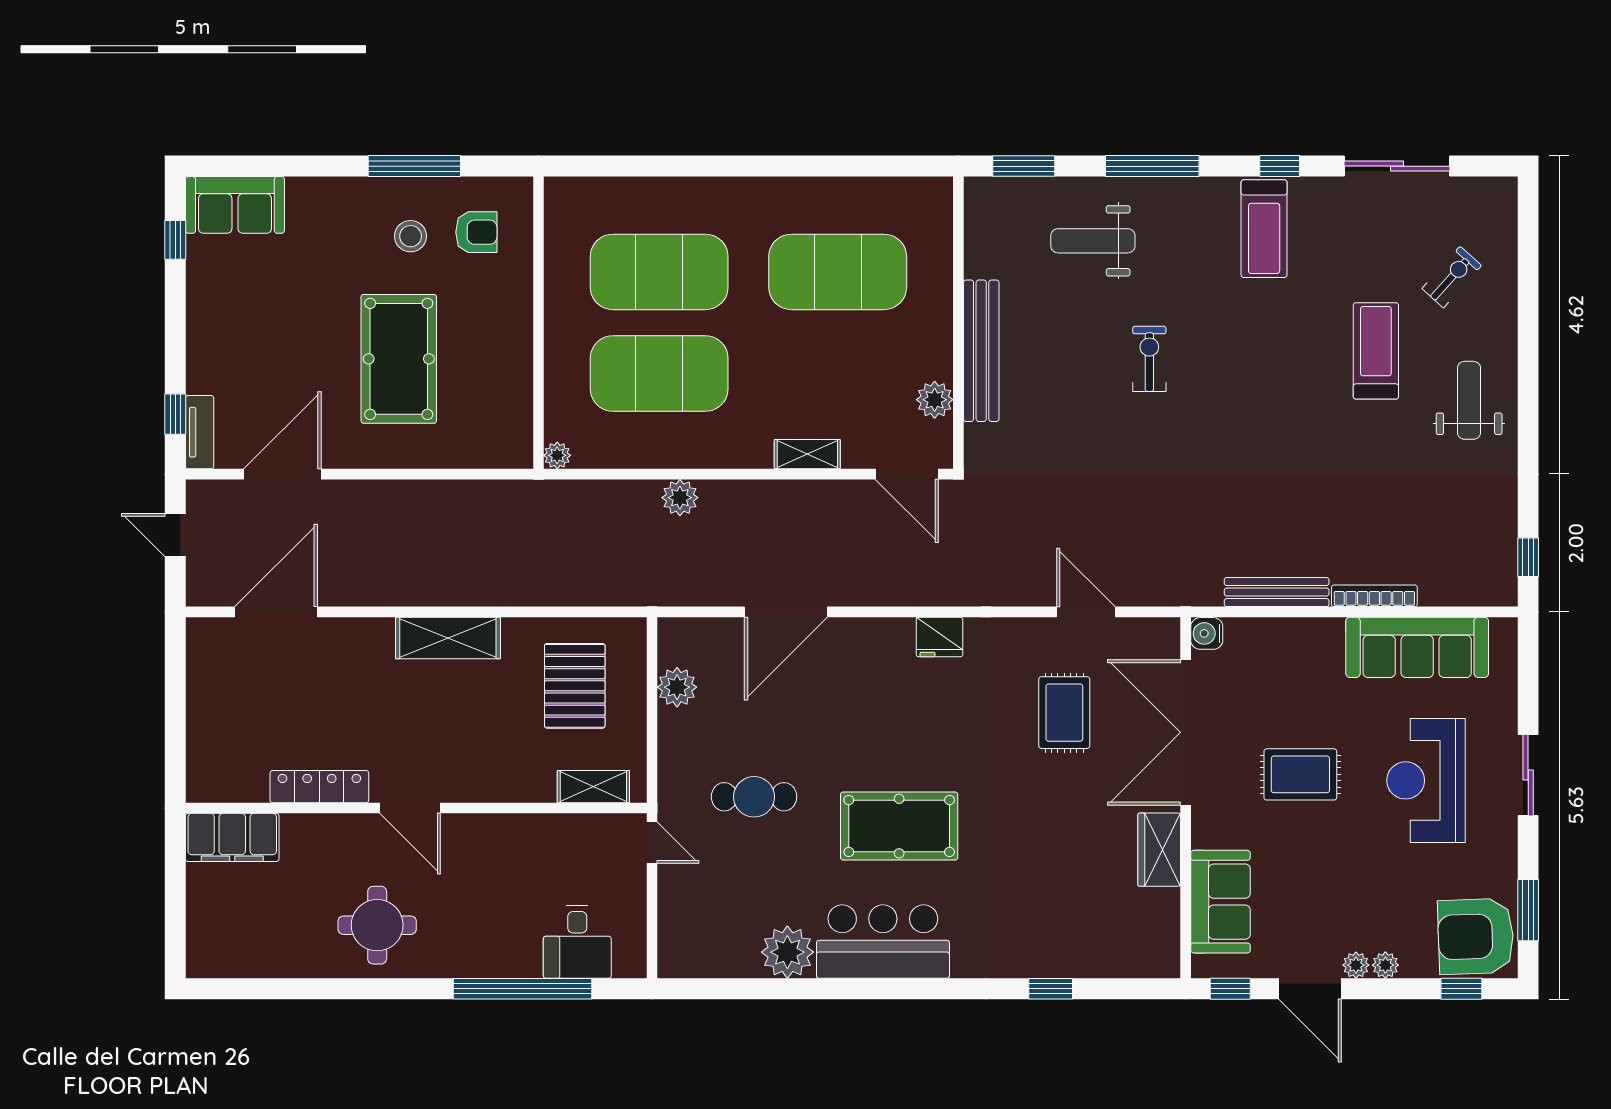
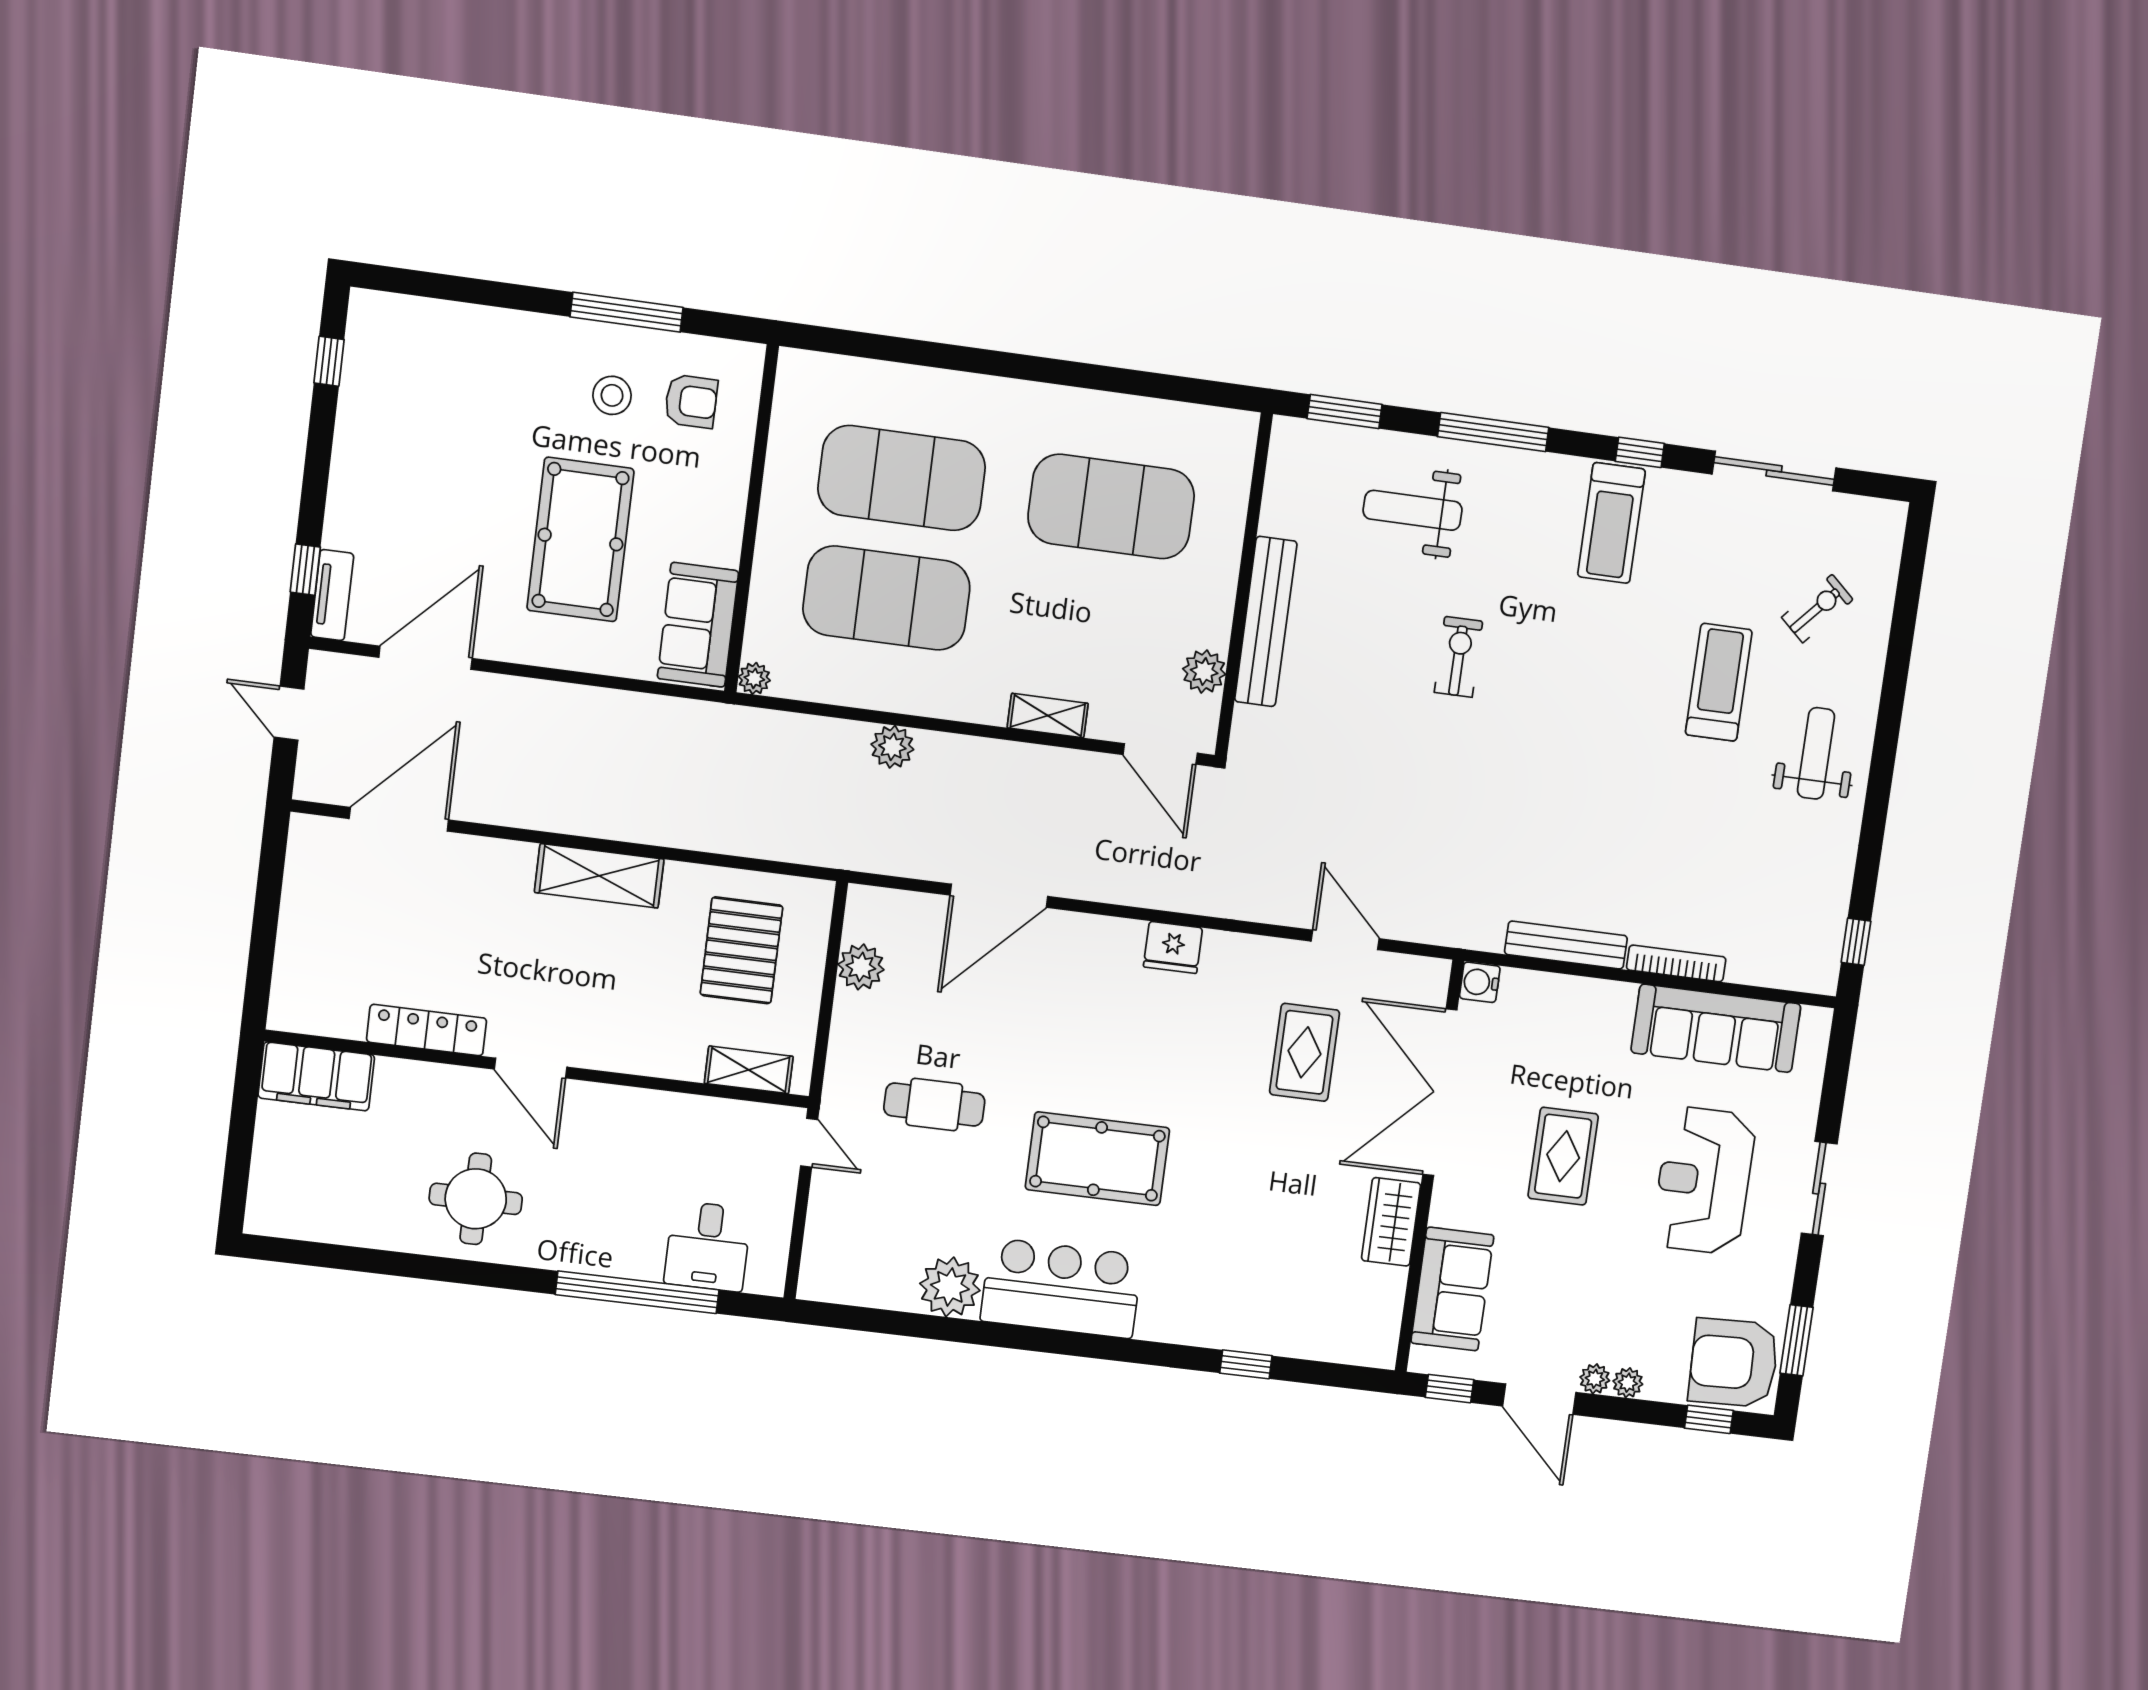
sofa: (235, 205) -> (698, 625), moved, turned 90
rug: (1300, 774) -> (1563, 1156), turned 90

